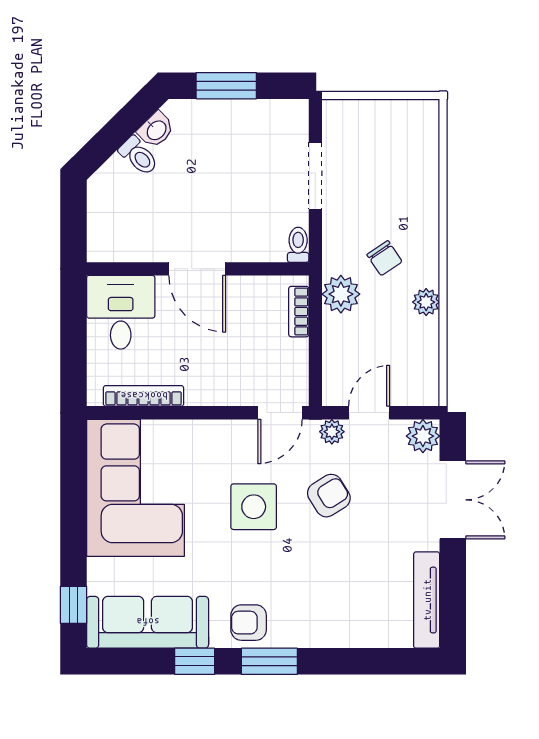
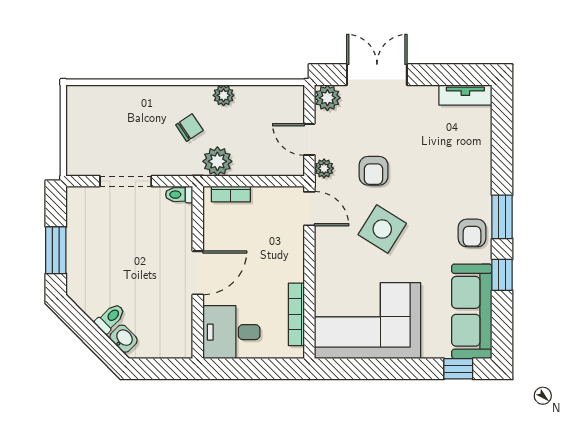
washbasin: (156, 130) -> (124, 339), moved
armchair: (329, 496) -> (374, 171), turned -148
side table: (254, 507) -> (382, 229), turned 32
tv unit: (427, 600) -> (465, 95), width x0.71

